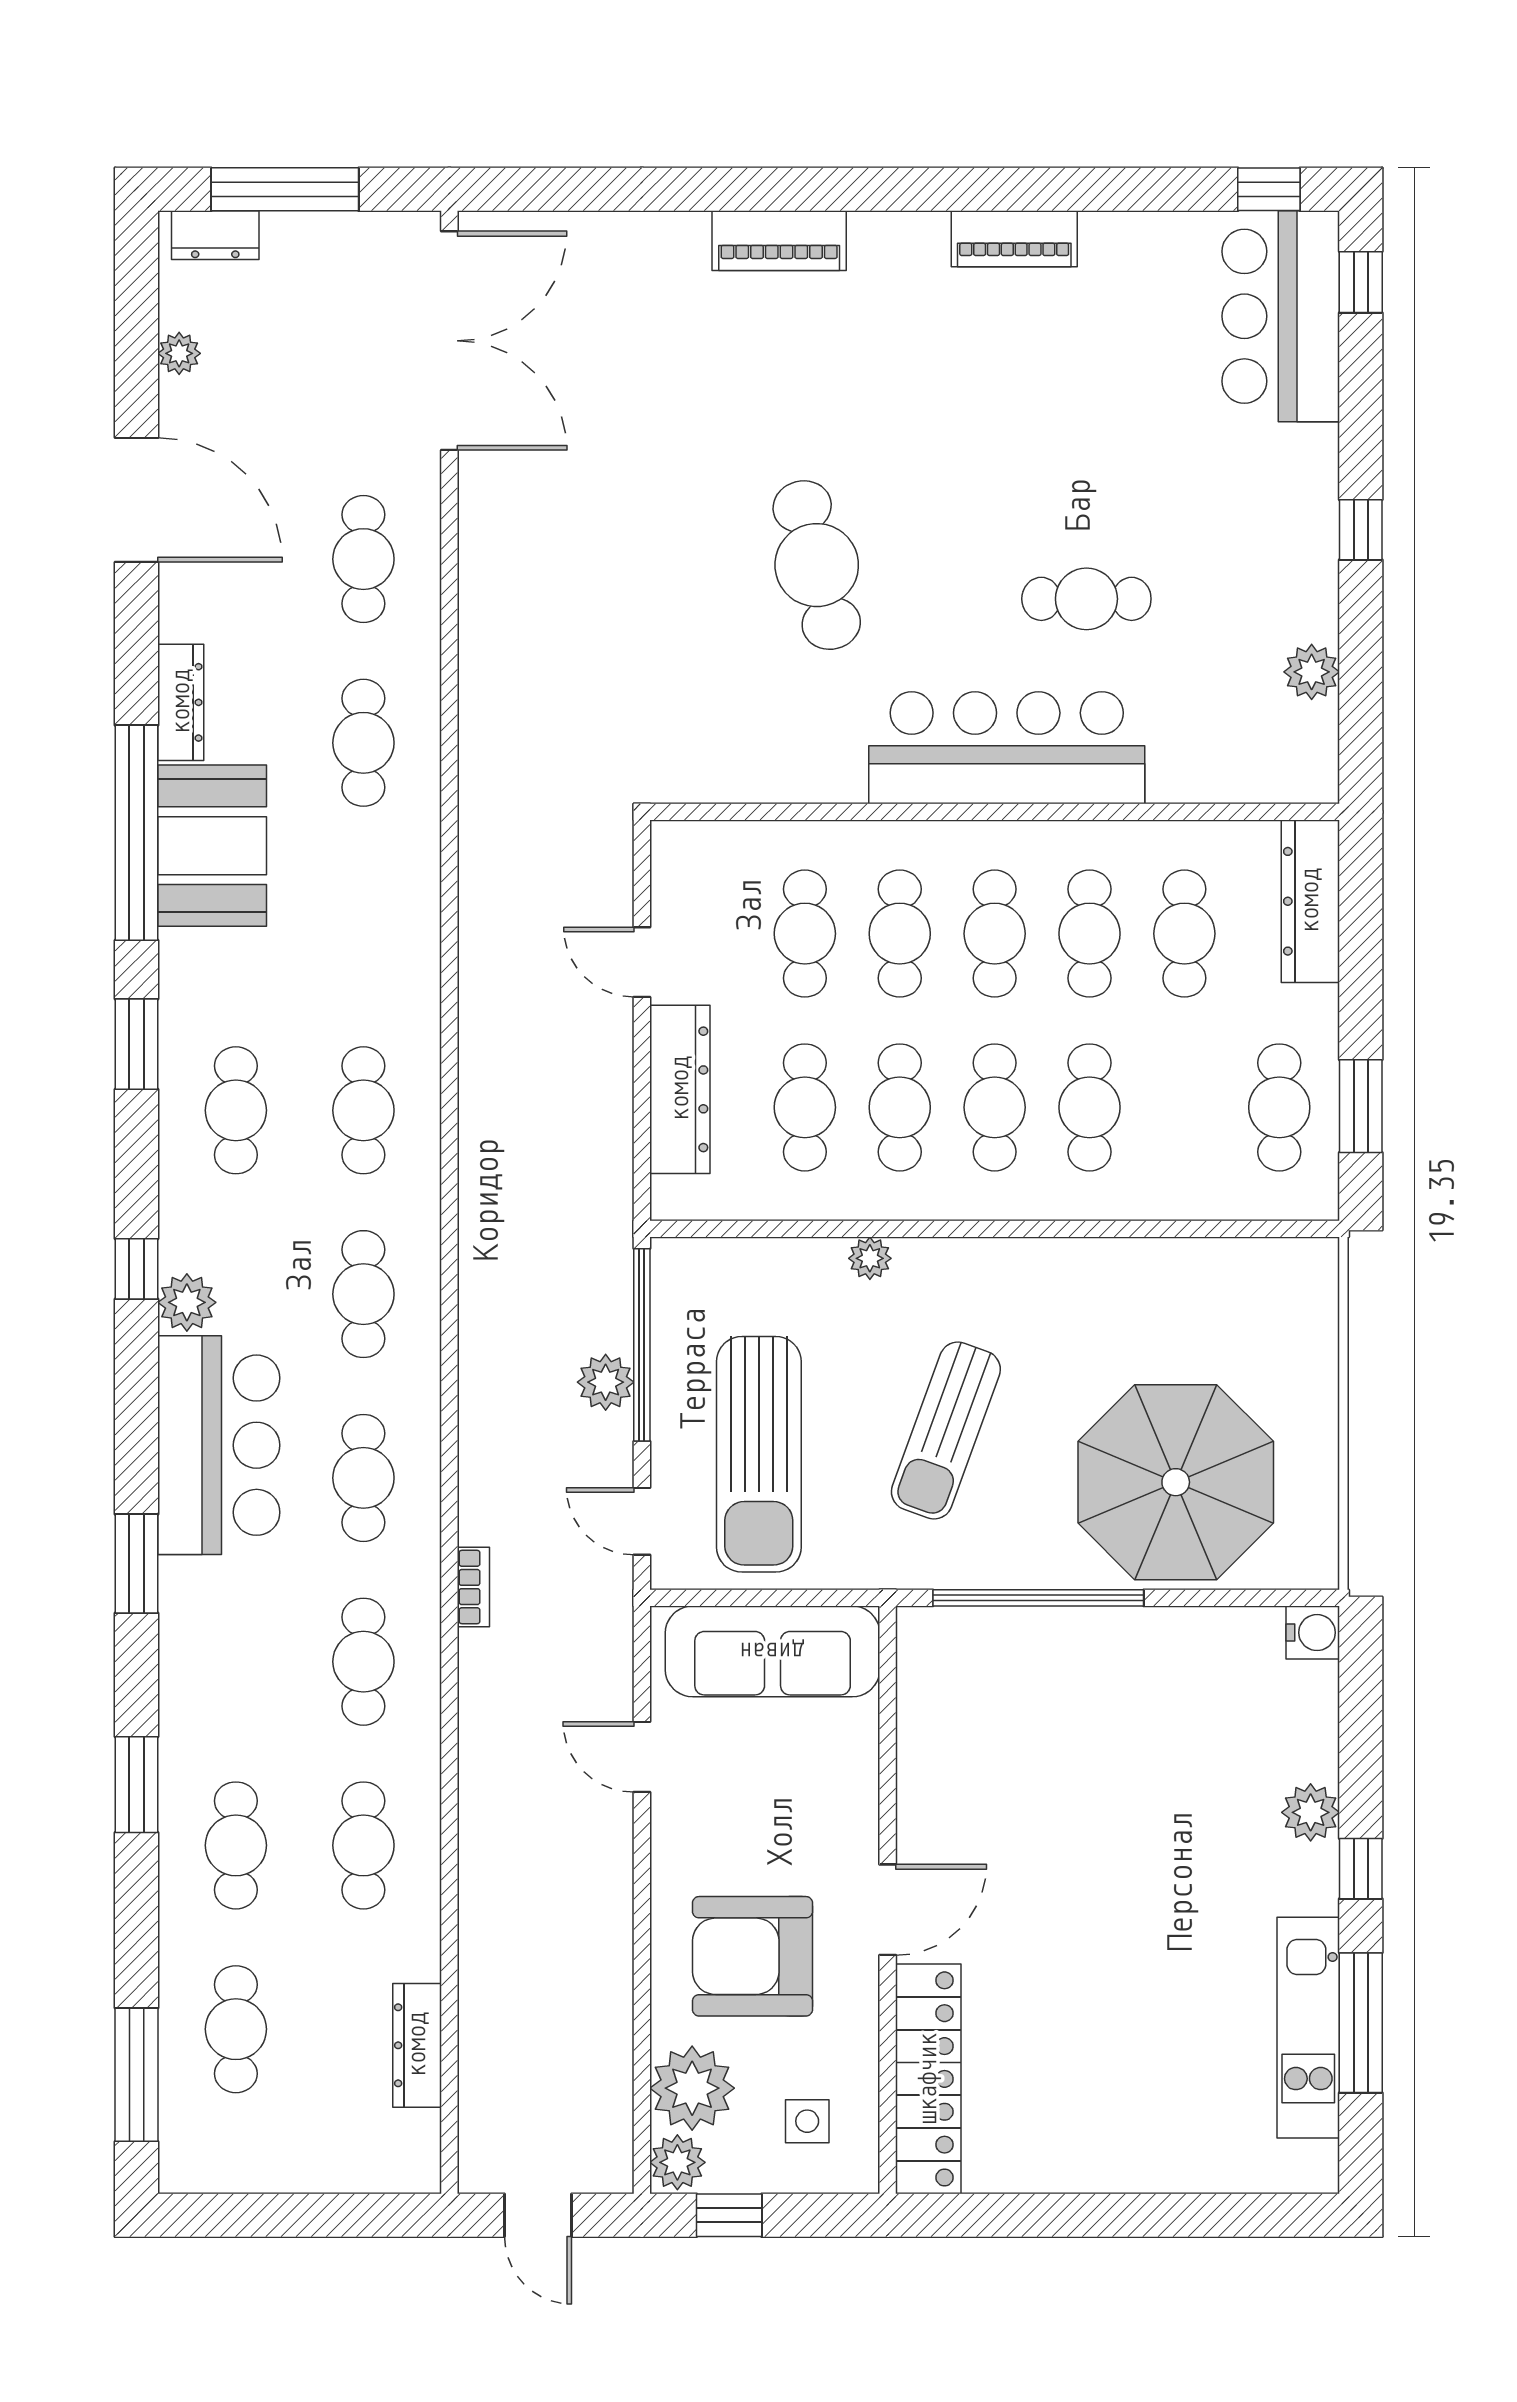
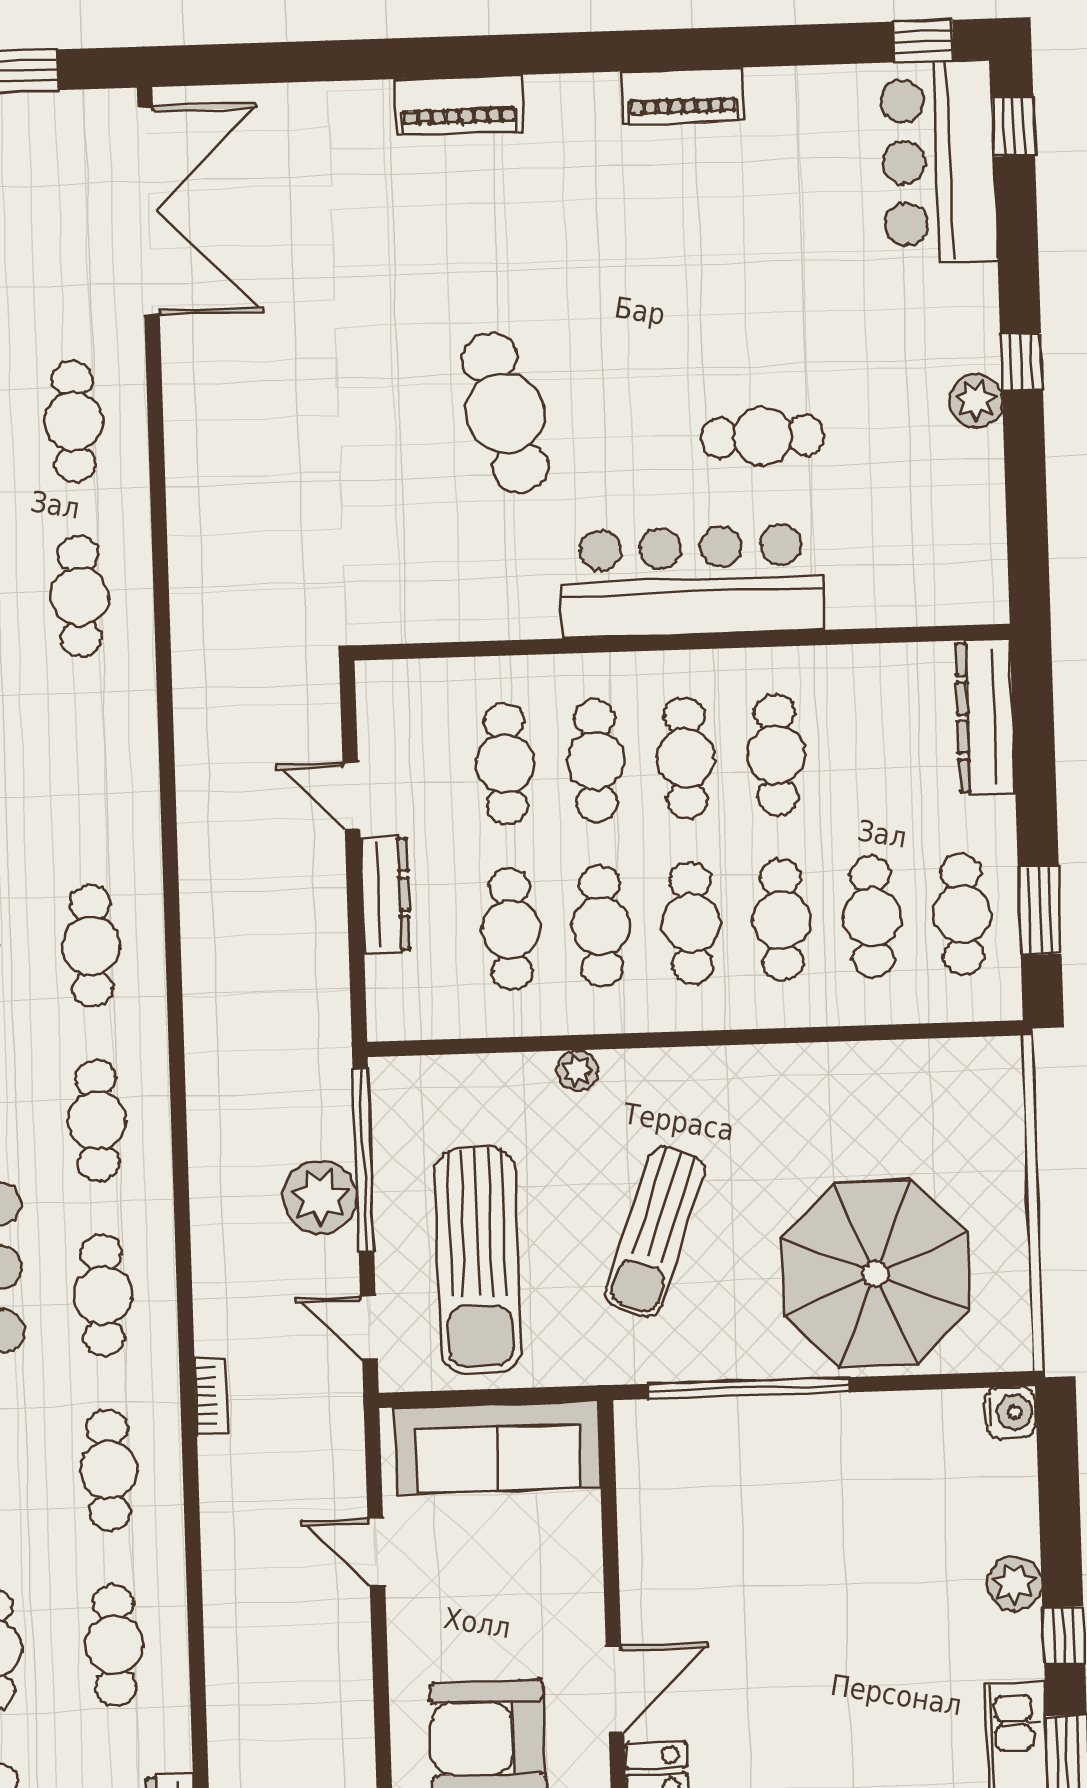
plant: (1312, 672) -> (976, 401), moved
cafe table: (1184, 934) -> (872, 917), moved
dresser: (680, 1089) -> (385, 895), width x0.73, depth x0.80
plant: (606, 1382) -> (320, 1197), width x1.36, depth x1.36

